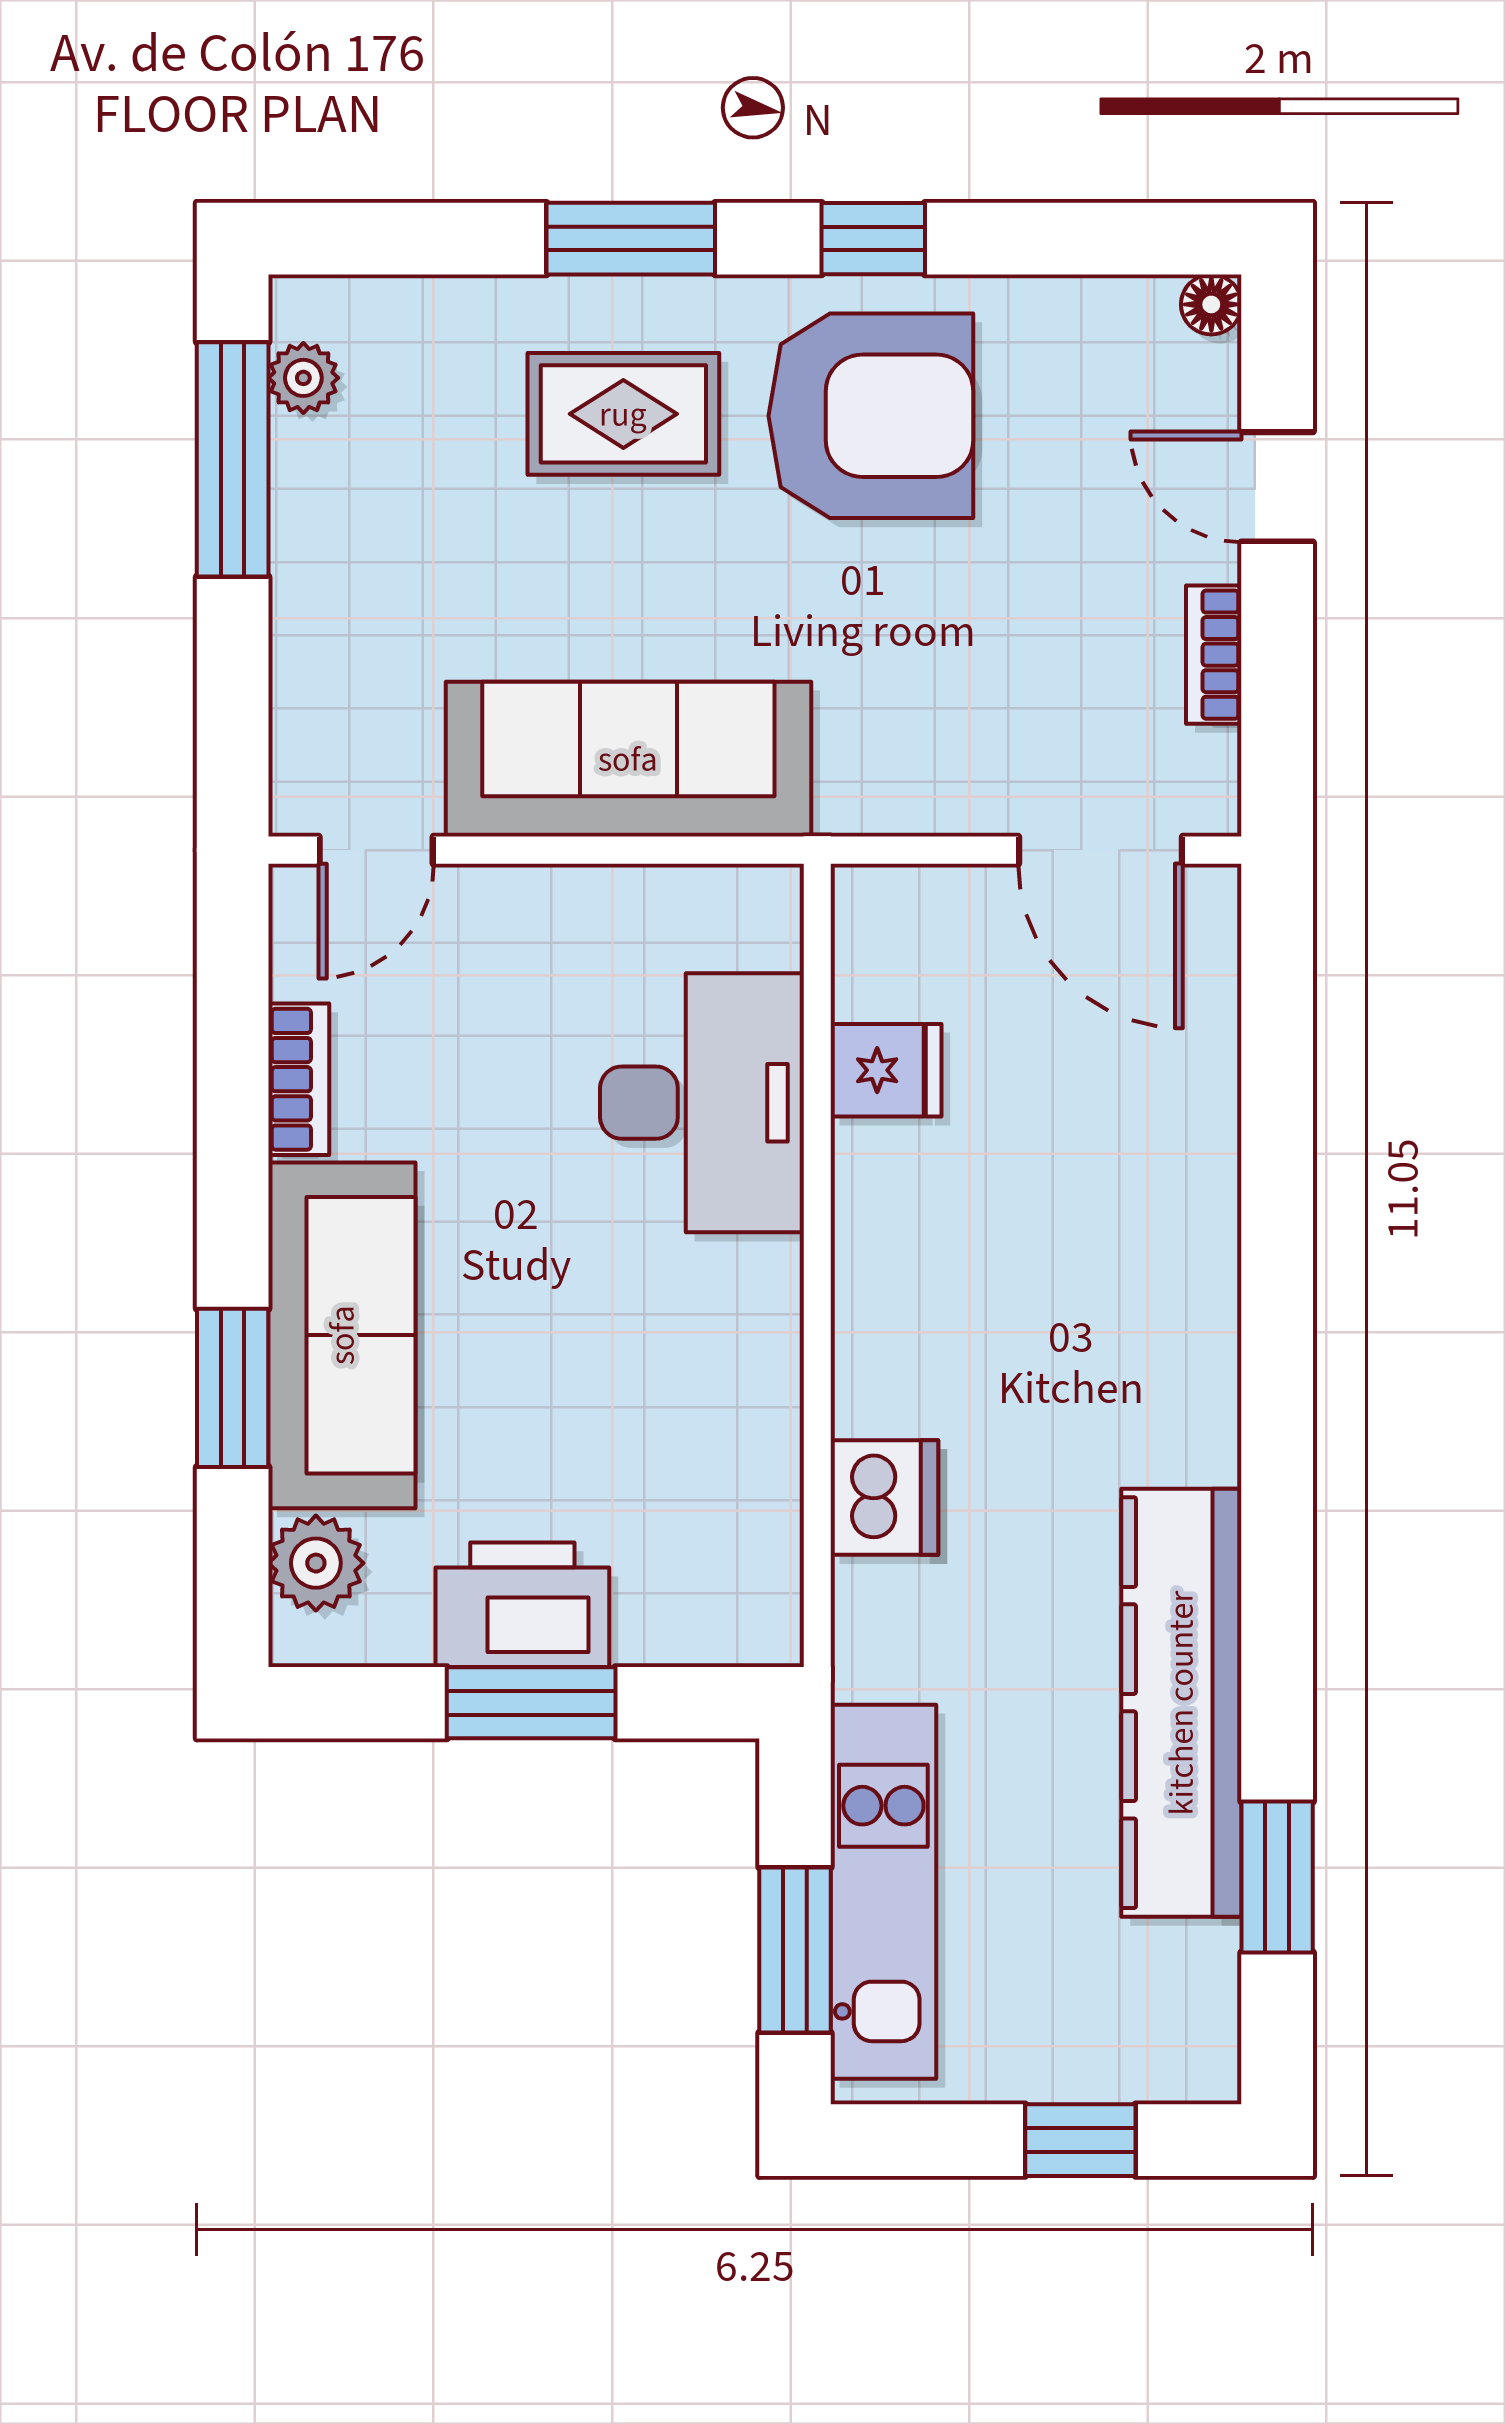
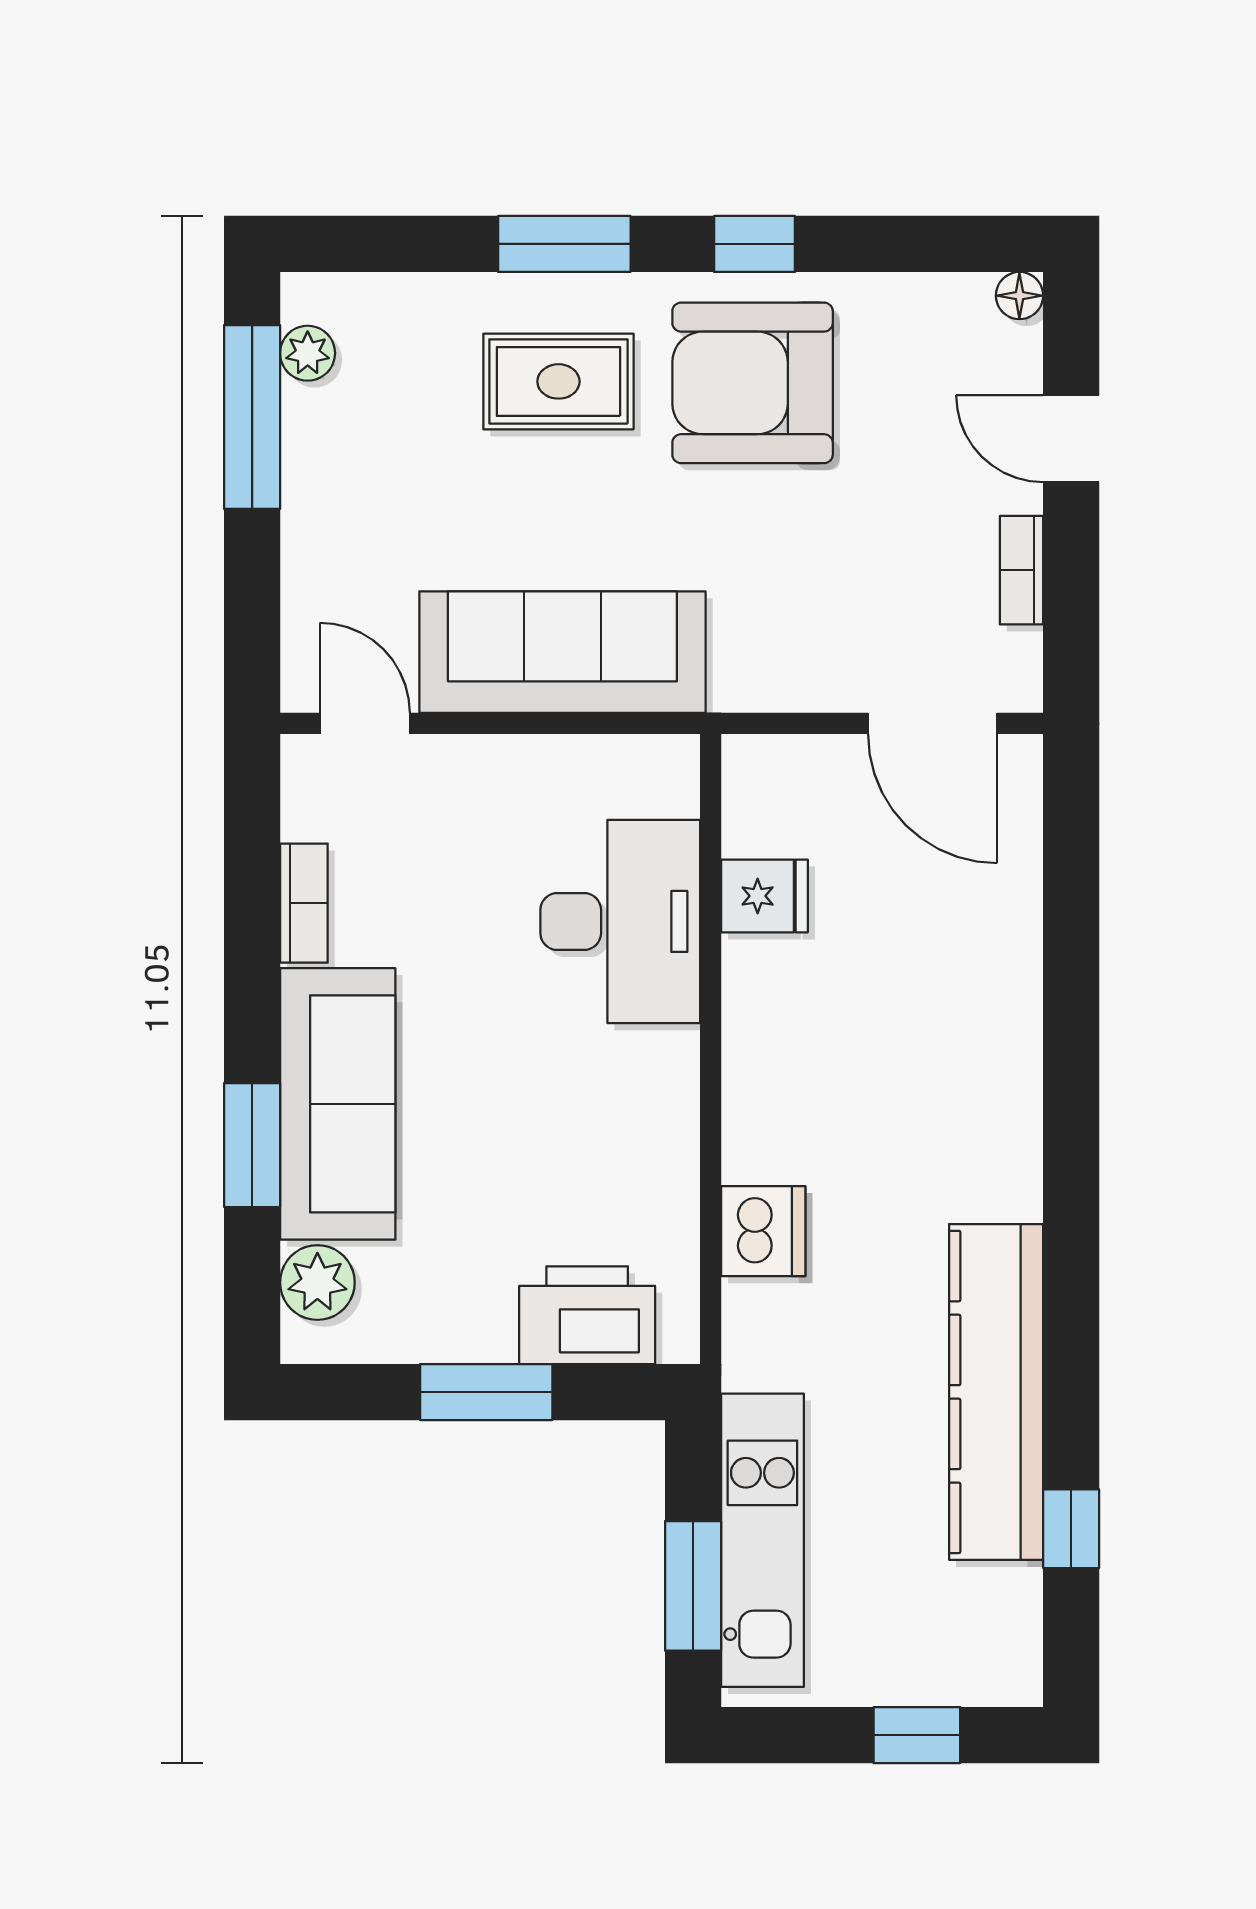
armchair: (871, 416) -> (753, 383), turned 180
door: (376, 850) -> (365, 723), swing flipped
printer: (522, 1605) -> (587, 1315), moved
window: (1277, 1877) -> (1071, 1529), width x0.67

